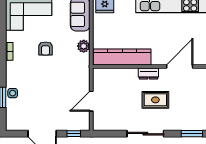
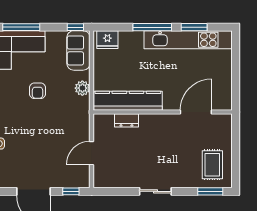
dresser: (148, 74) -> (126, 120), moved
rug: (155, 100) -> (212, 165), moved, turned 90
sliding door: (145, 134) -> (155, 191), width x0.73

